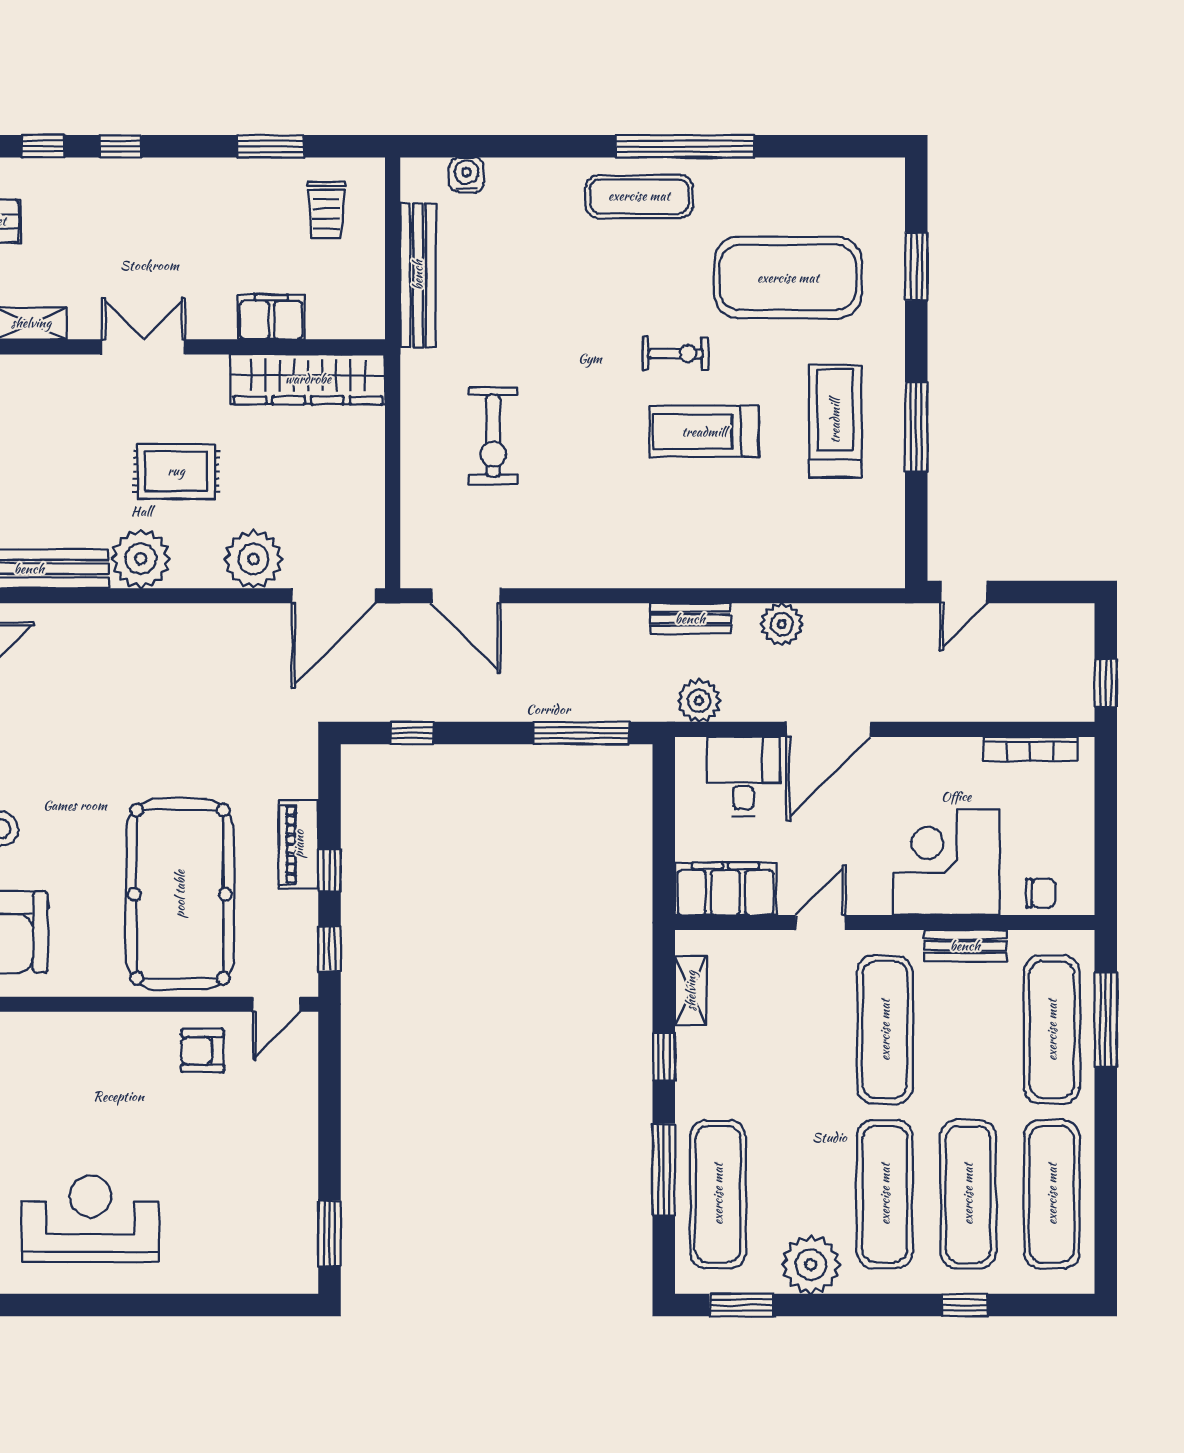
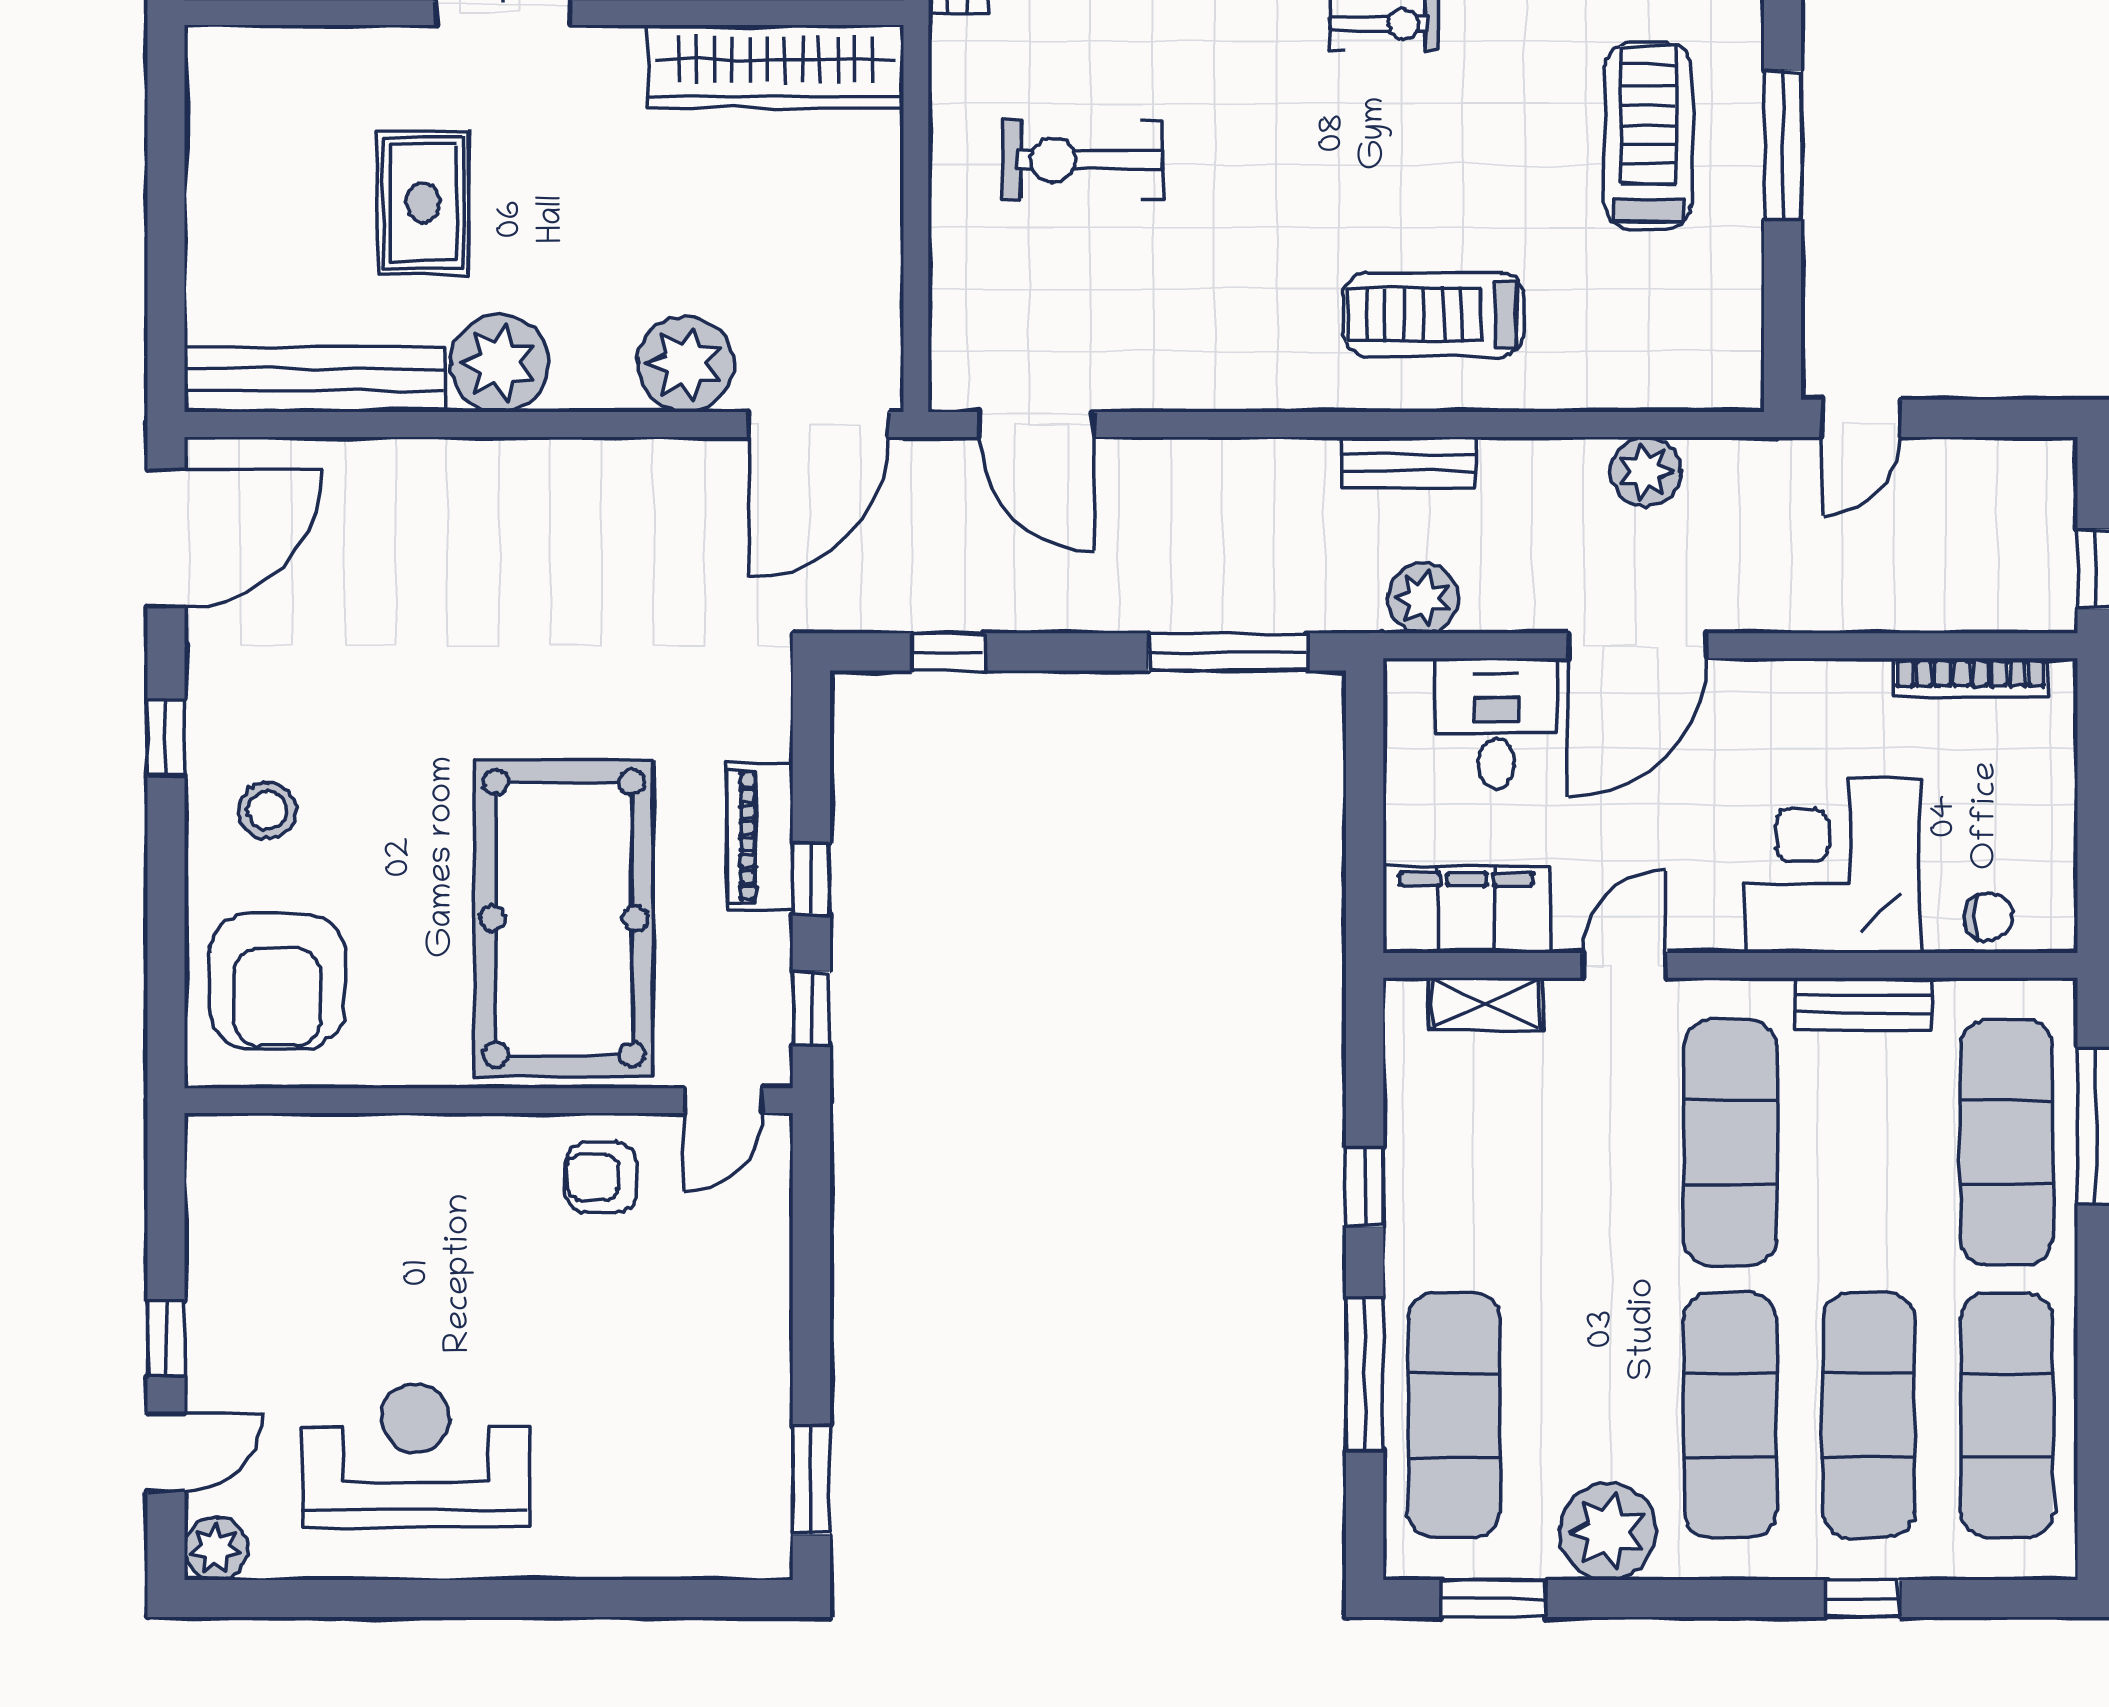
treadmill: (704, 432) -> (1434, 315), moved
exercise bike: (493, 436) -> (1082, 160), turned 90
rug: (176, 471) -> (423, 203), moved, turned 90
plant: (782, 624) -> (1646, 472), moved
shelving: (691, 991) -> (1486, 1003), moved, turned 90

